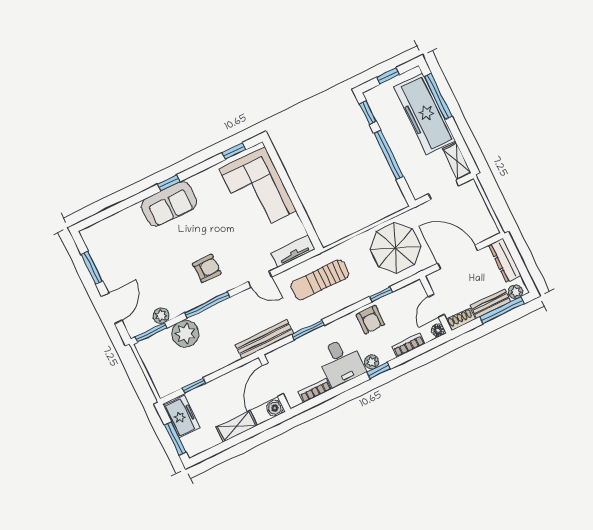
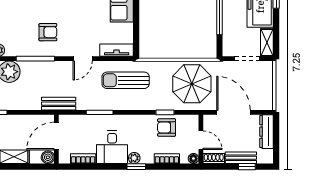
door: (260, 279) -> (83, 59), hinge flipped
plant: (516, 292) -> (263, 158), removed
door: (436, 306) -> (201, 140), swing flipped
window: (502, 310) -> (247, 167), width x0.46
armchair: (370, 320) -> (167, 127), moved, turned 90
bench: (264, 339) -> (59, 104), width x0.73

